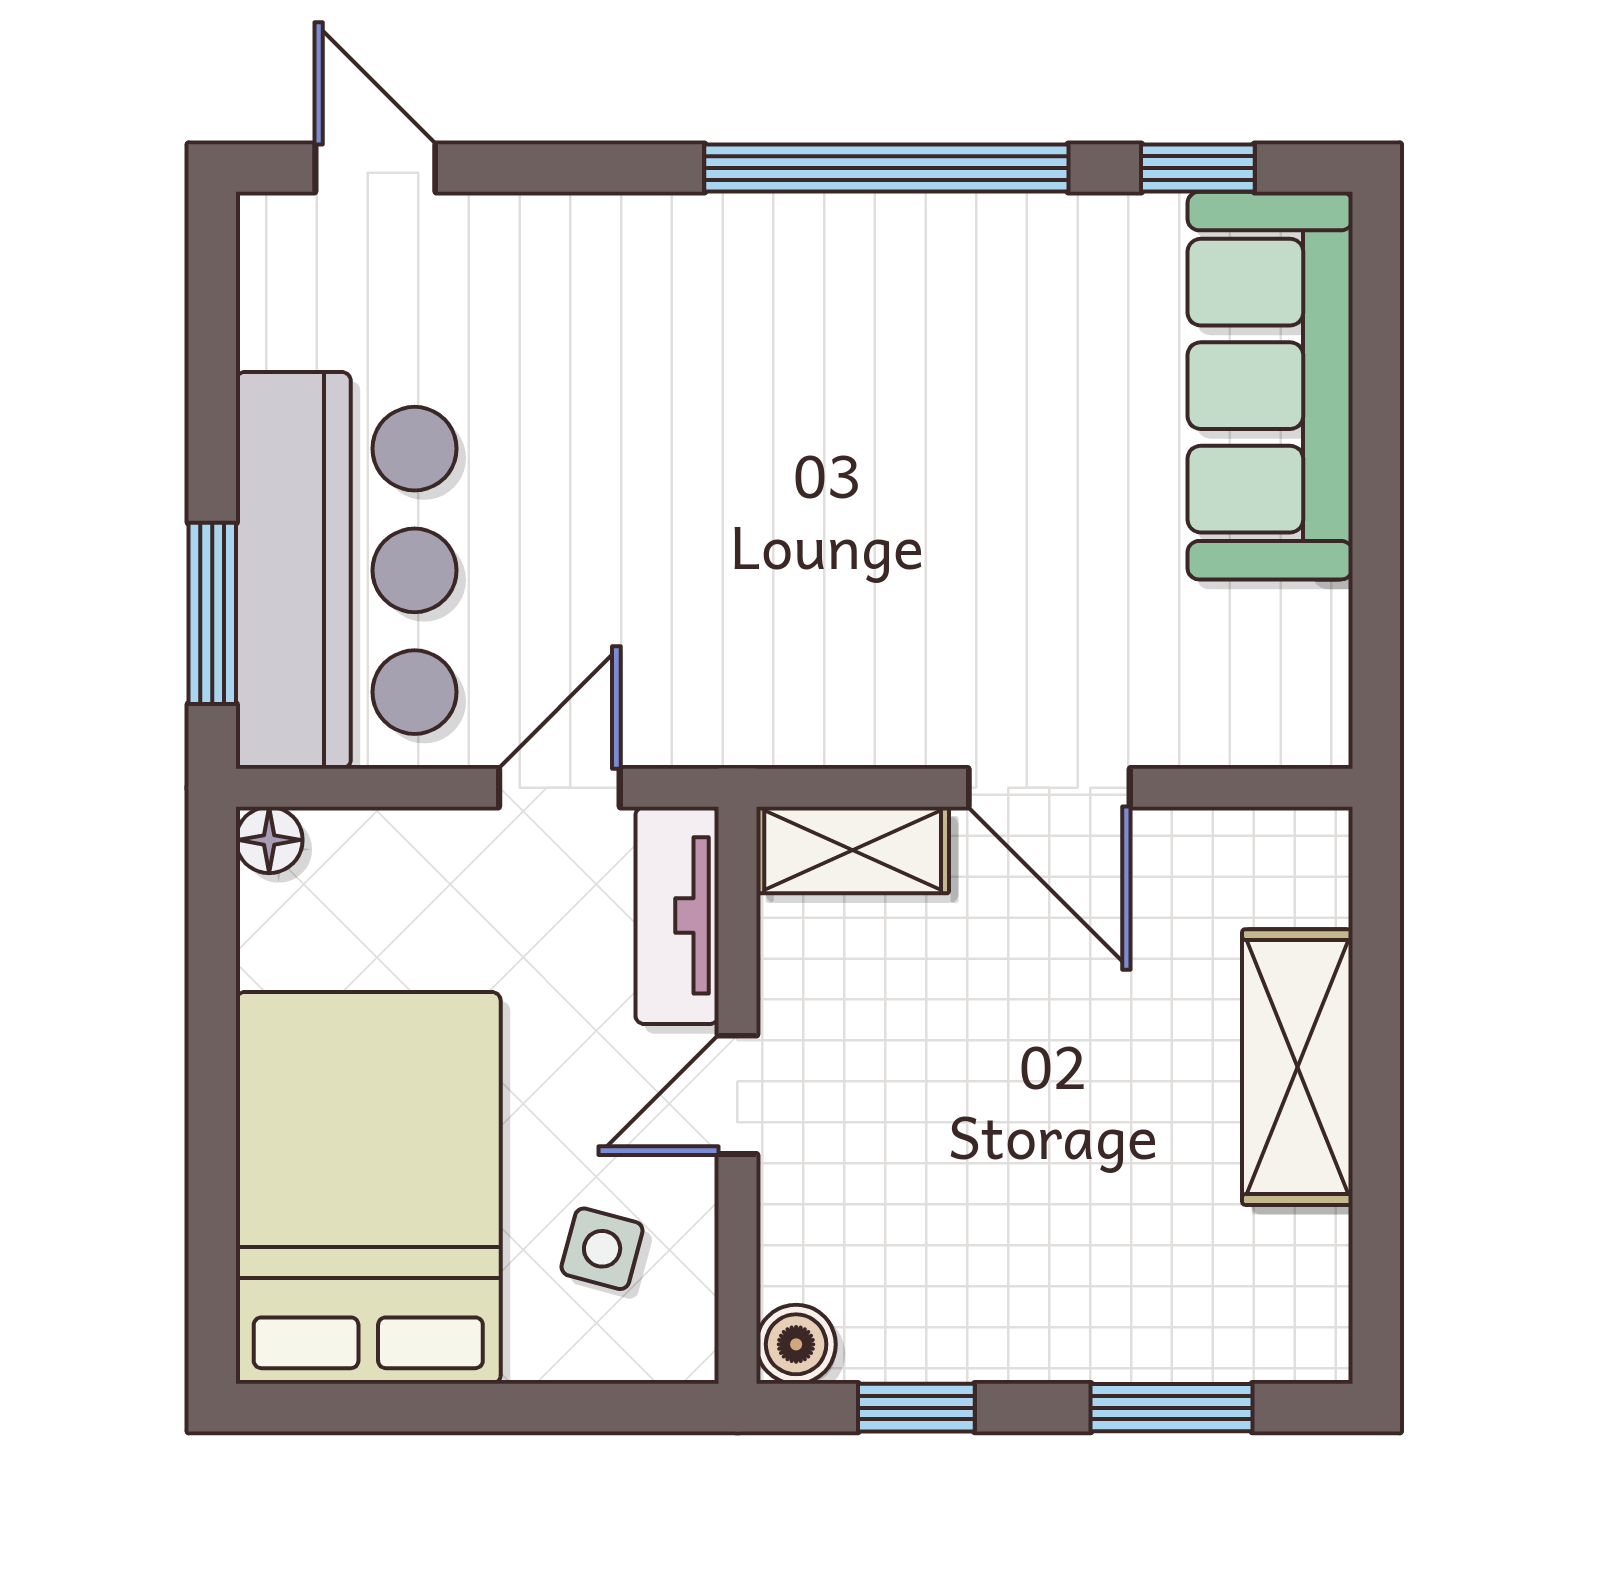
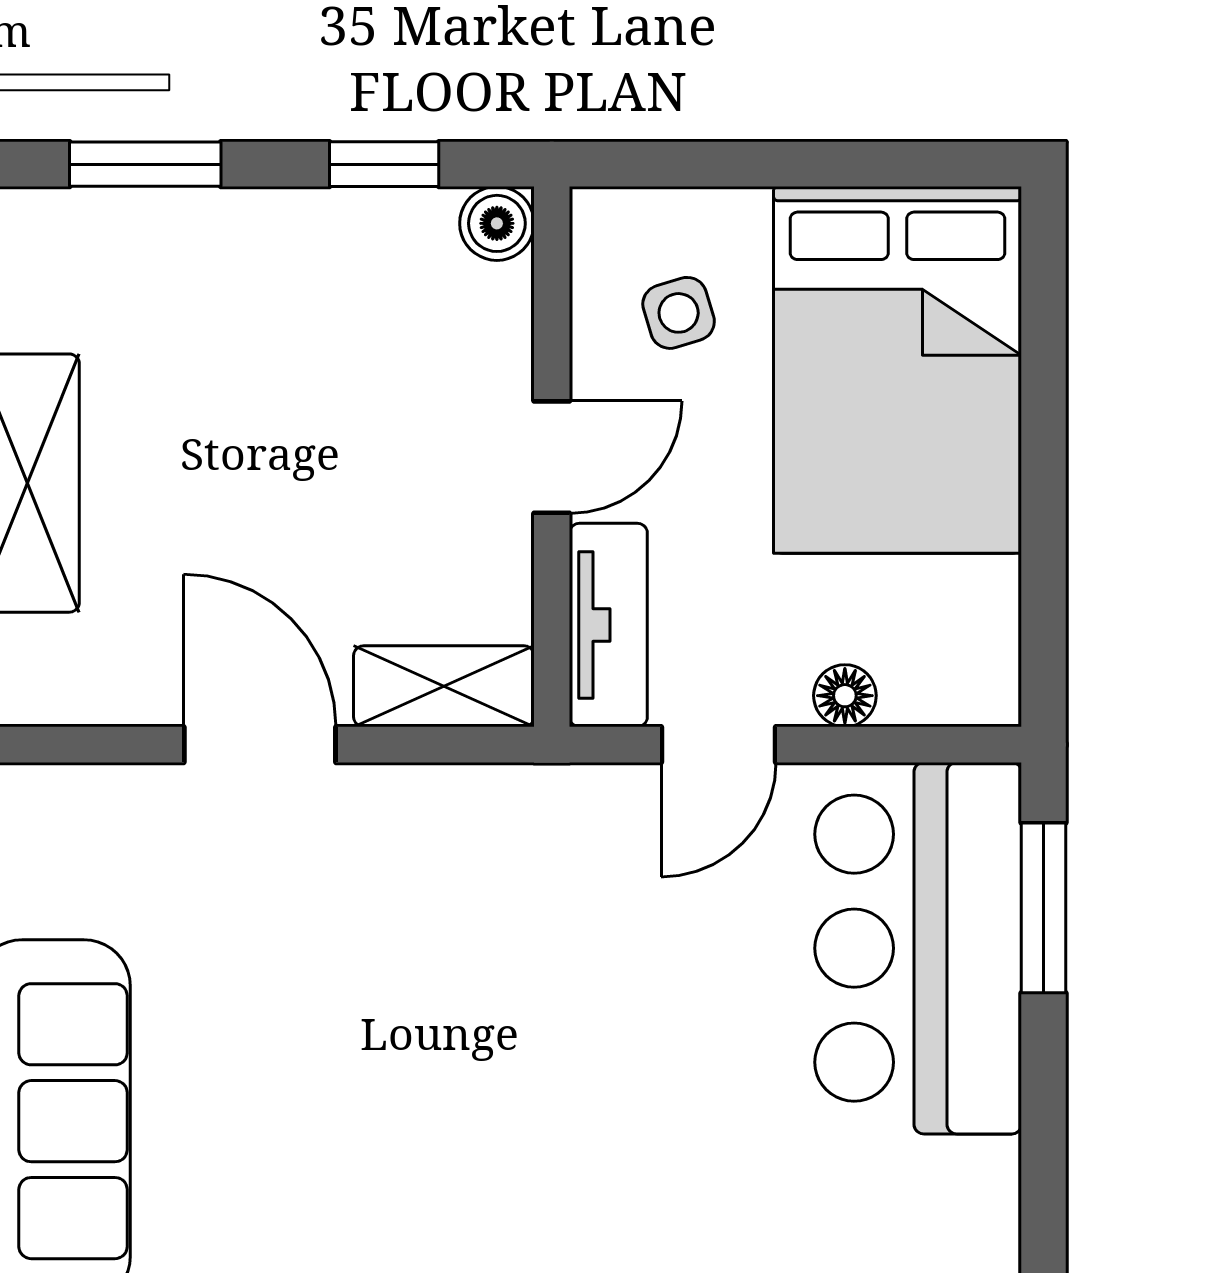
floor lamp: (269, 840) -> (845, 696), moved
side table: (602, 1249) -> (679, 313), turned -32

